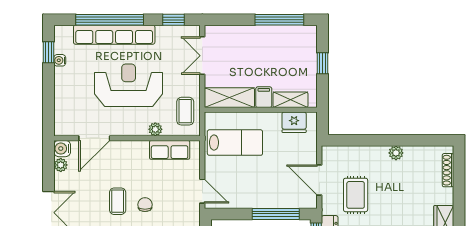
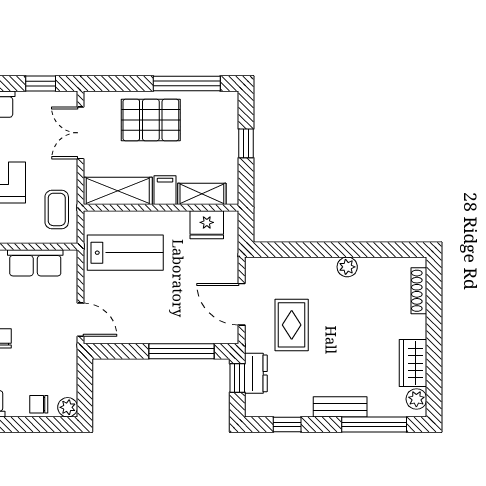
pallet: (253, 46) -> (151, 120), added
plant: (155, 129) -> (16, 234), removed

